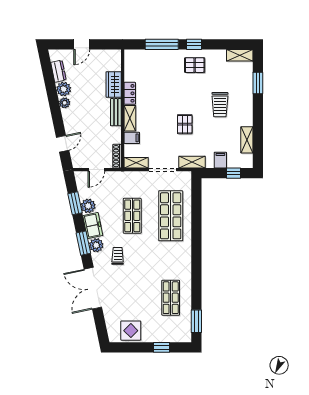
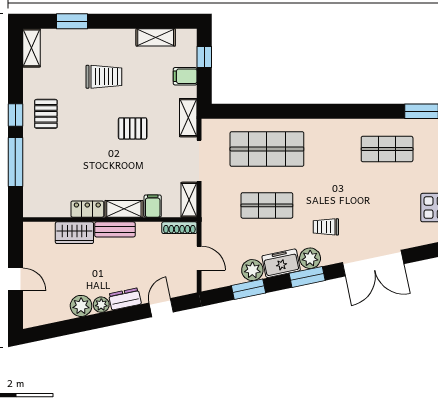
dresser: (58, 71) -> (125, 299), moved
door: (63, 144) -> (161, 308), hinge flipped

